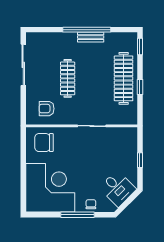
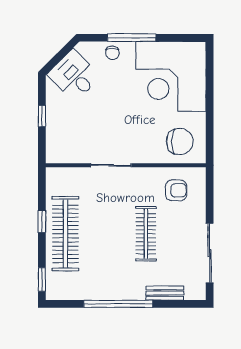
bench: (91, 37) -> (165, 293), moved

